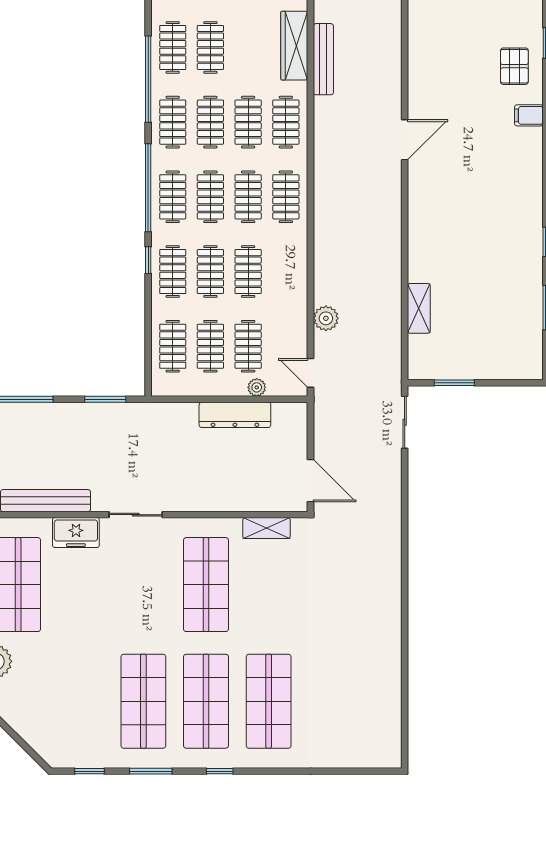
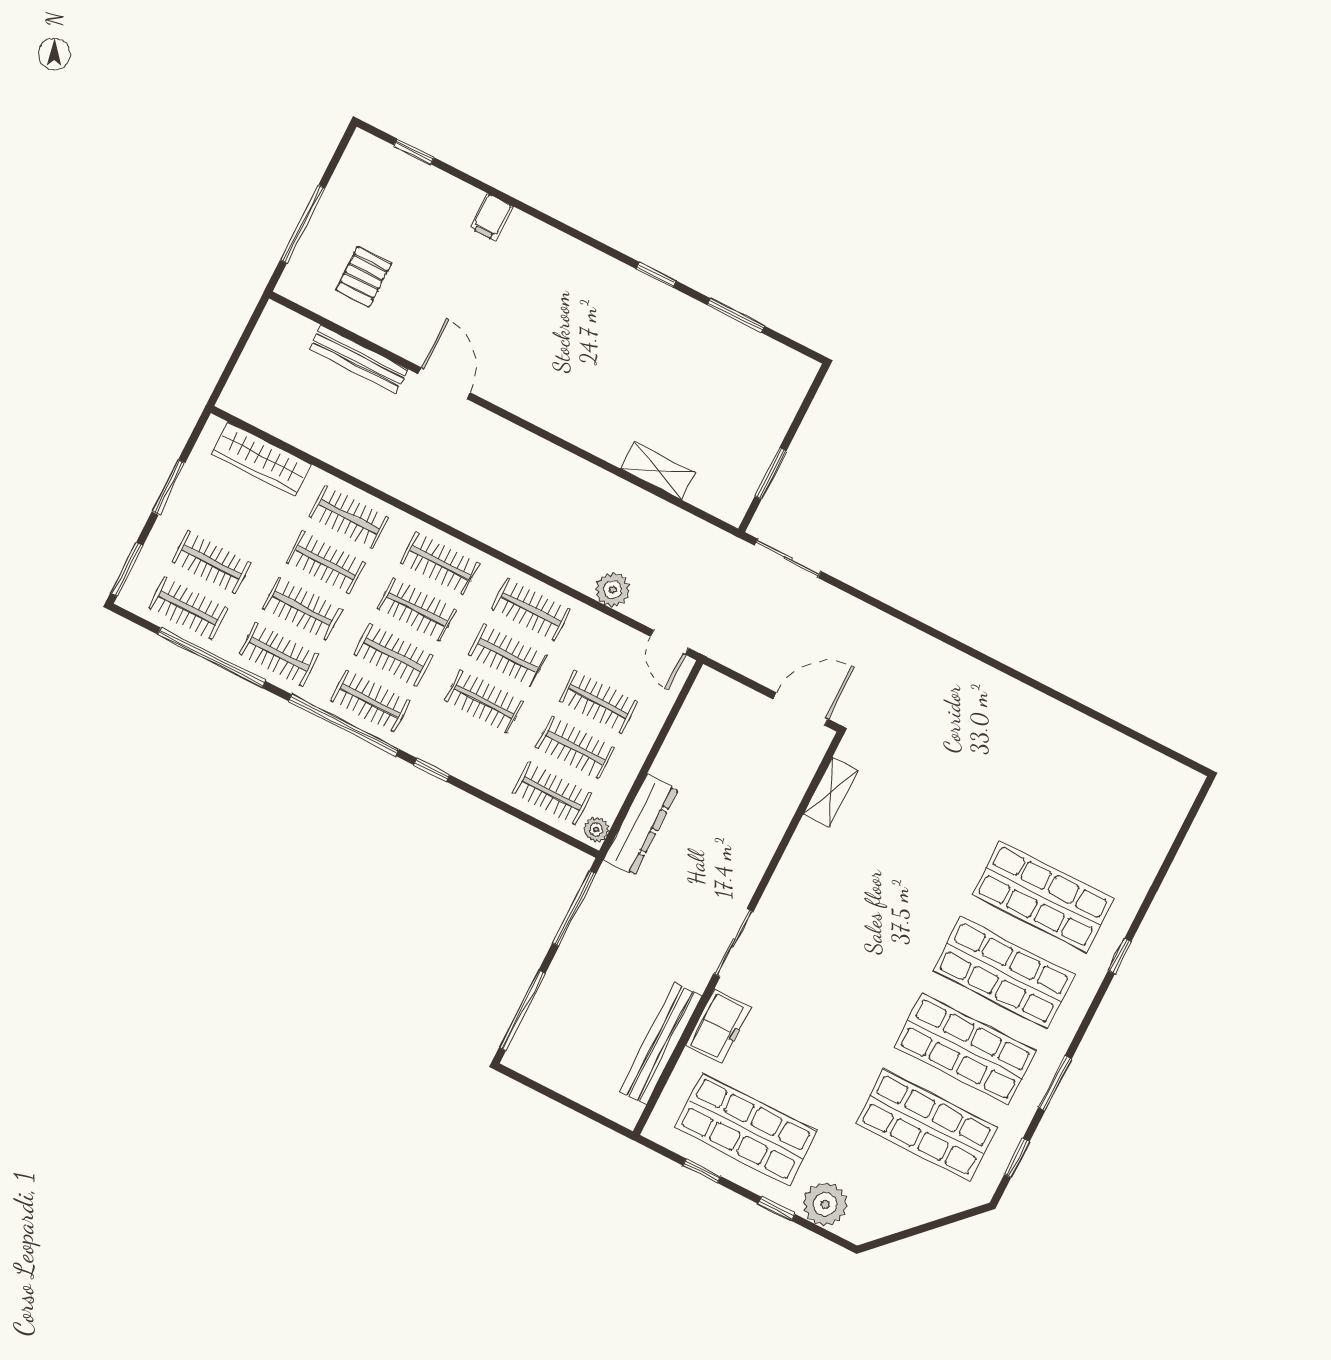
bench: (323, 59) -> (358, 359), moved
pallet: (514, 66) -> (364, 277), moved, turned 90
clothes rail: (173, 272) -> (531, 609), moved
door: (310, 373) -> (670, 642), hinge flipped
plant: (257, 387) -> (596, 830), moved
window: (105, 399) -> (574, 908), width x1.44
dresser: (235, 415) -> (641, 825), moved
shop shelf: (206, 585) -> (926, 1125), moved
window: (220, 771) -> (1120, 956), moved

